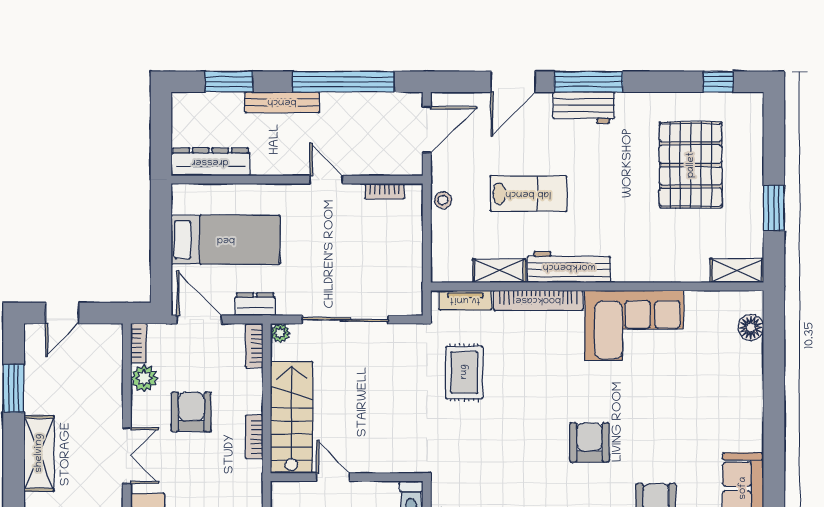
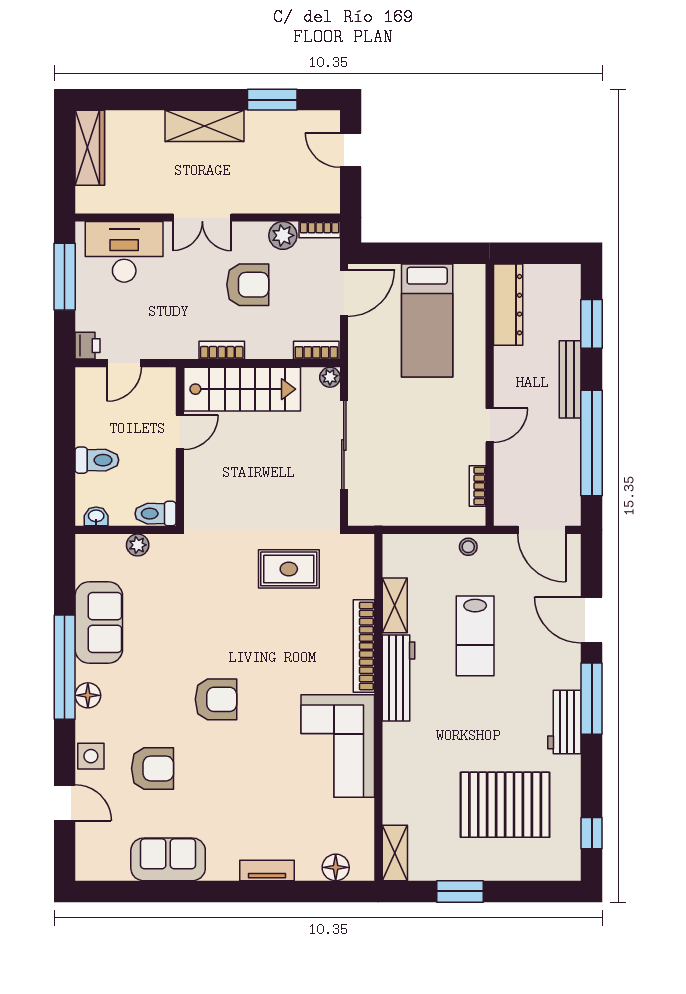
workbench: (584, 108) -> (564, 722), moved
tv unit: (465, 300) -> (267, 870), moved, turned 90
dresser: (255, 304) -> (360, 351), removed

